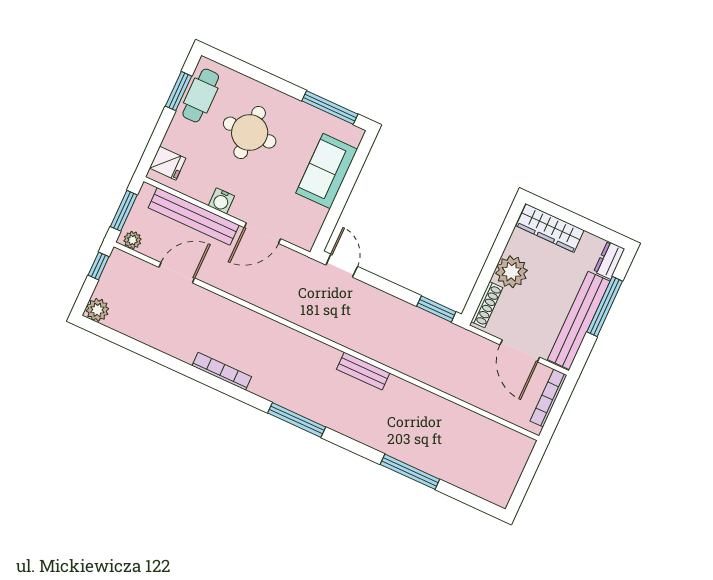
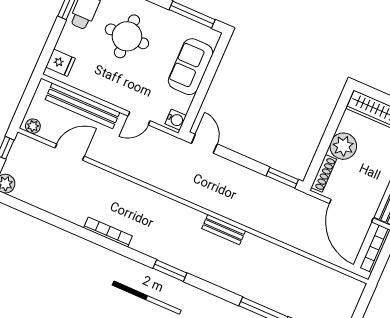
water cooler: (221, 201) -> (176, 120), moved, turned -90
window: (124, 211) -> (25, 102), removed
door: (262, 233) -> (139, 118), width x0.73
door: (520, 351) -> (351, 211), width x1.36
window: (297, 420) -> (170, 271), width x0.69

